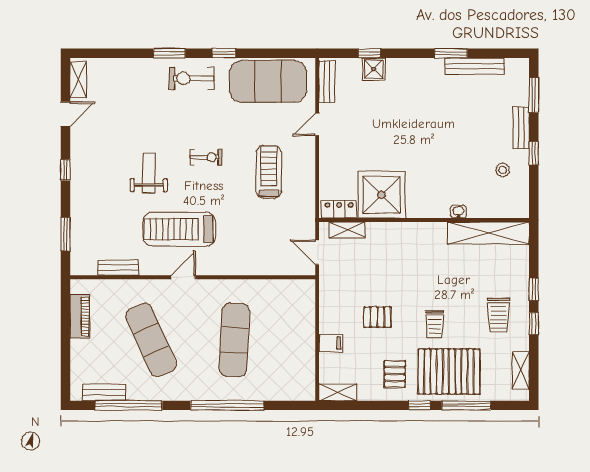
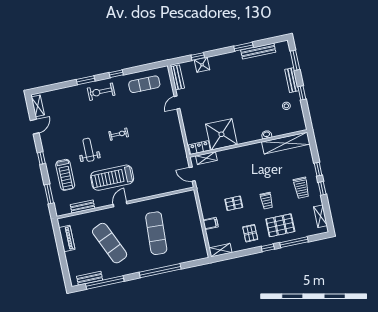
exercise mat: (268, 81) -> (144, 84), width x0.50, depth x0.69
treadmill: (269, 172) -> (65, 175), moved, turned 180
pallet: (449, 372) -> (280, 225), width x0.73, depth x0.71

